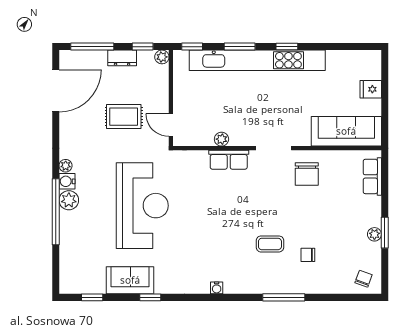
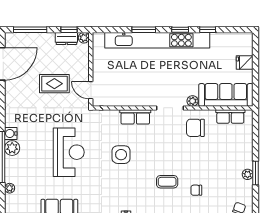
window: (192, 47) -> (208, 30), moved
dresser: (122, 58) -> (66, 38), moved
plant: (221, 139) -> (192, 101), moved
plant: (66, 166) -> (10, 188), moved
chair: (307, 174) -> (195, 128), turned 90
row of seats: (372, 176) -> (230, 116), moved, turned -90
reception desk: (142, 206) -> (69, 152), width x0.74, depth x0.77
side table: (210, 209) -> (121, 155), added

